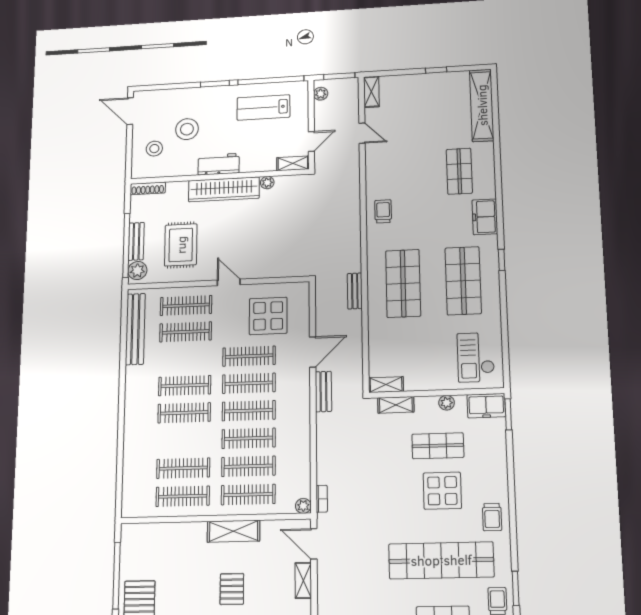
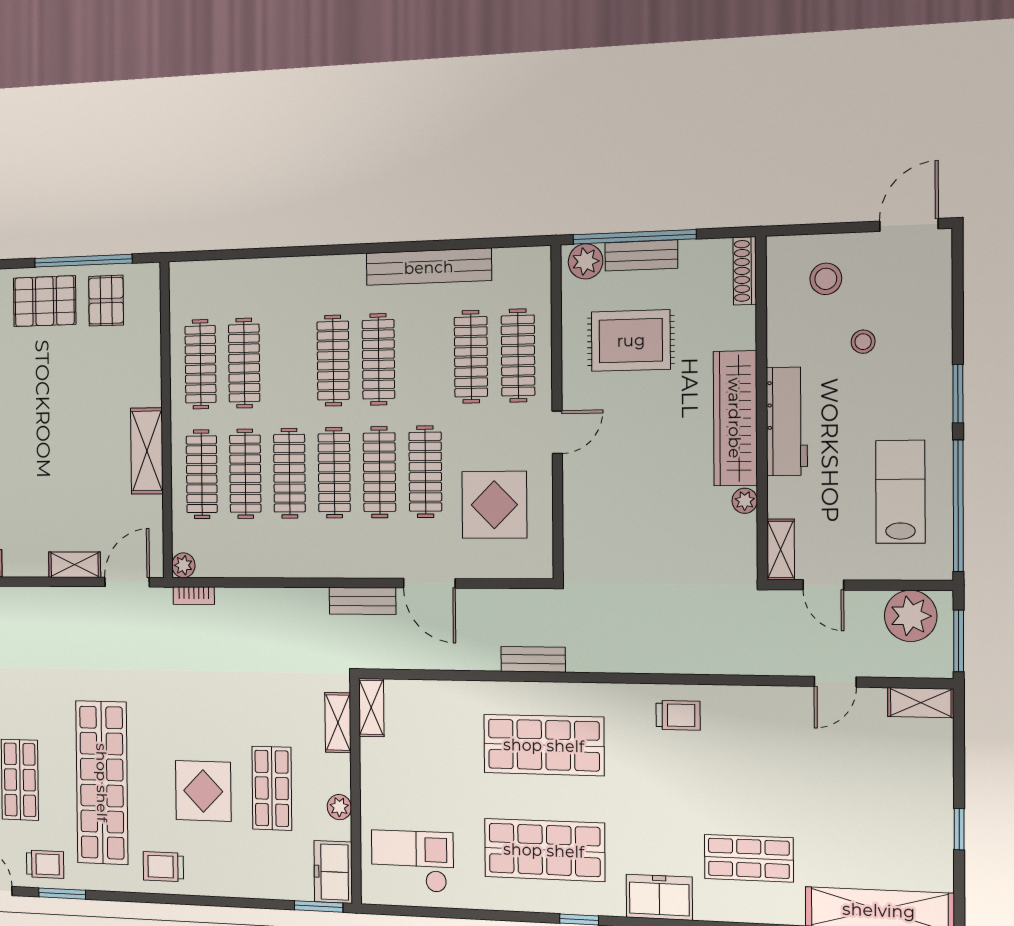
plant: (321, 94) -> (911, 616), width x1.88, depth x1.88
stool: (187, 129) -> (863, 342), width x0.53, depth x0.53
workbench: (219, 164) -> (787, 421), width x1.38
bench: (135, 329) -> (429, 267), moved
pallet: (232, 589) -> (106, 301), moved, turned 90

